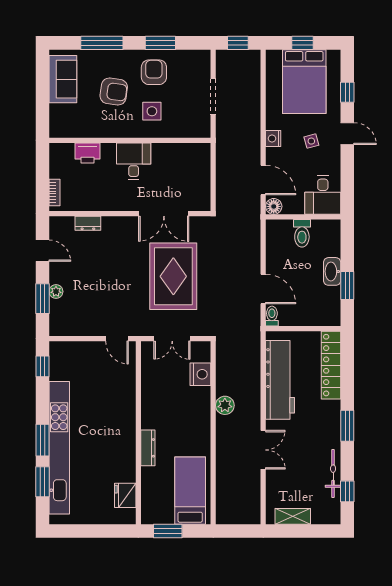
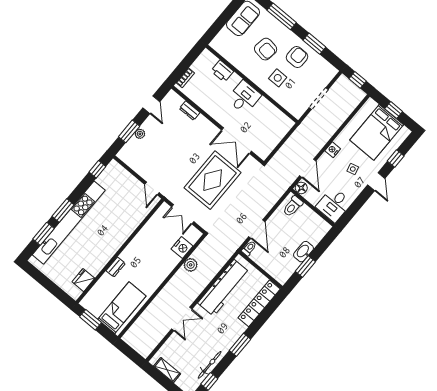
toilet: (302, 233) -> (293, 206), moved
plant: (225, 405) -> (191, 265), moved
dresser: (148, 448) -> (116, 267), width x0.70

